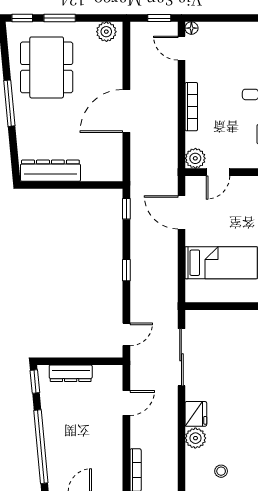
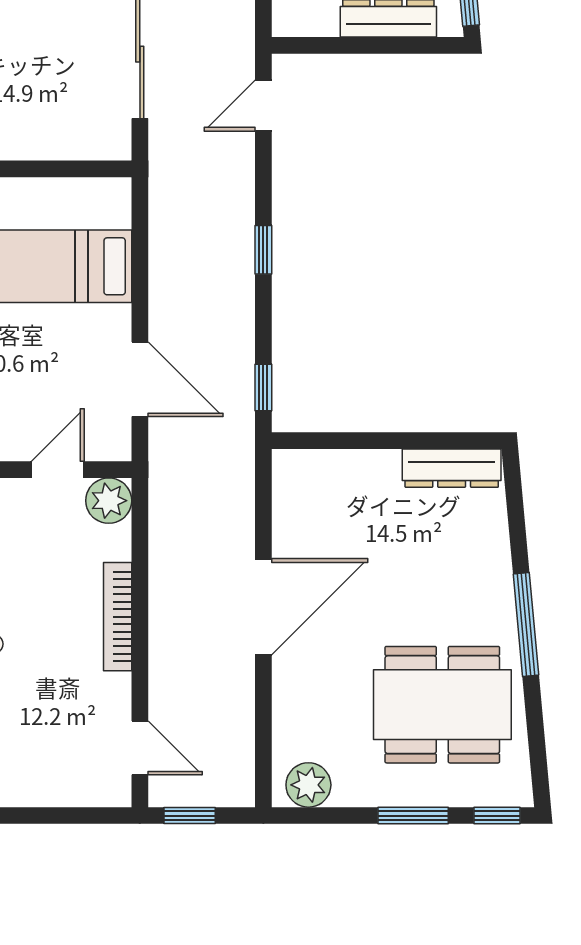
floor lamp: (191, 28) -> (117, 793), removed
dining table: (47, 67) -> (442, 705), turned 90
dresser: (50, 171) -> (452, 468), width x0.73, depth x0.80

